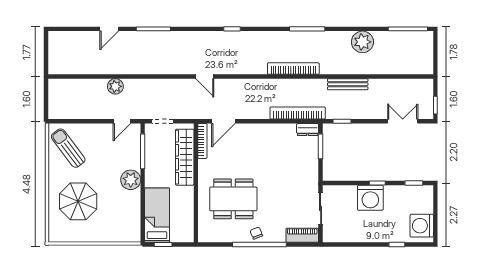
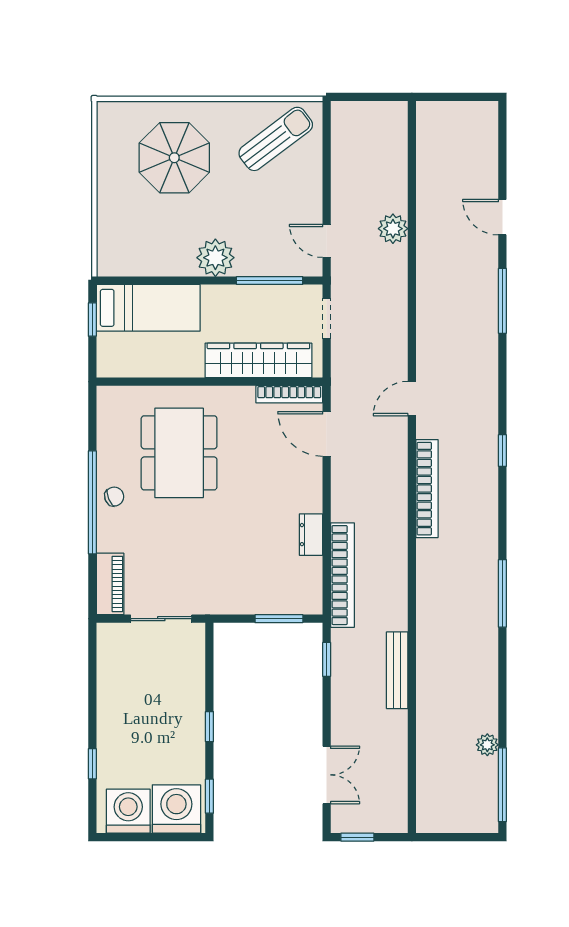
plant: (362, 42) -> (487, 745), moved, width x0.53, depth x0.53
bookcase: (293, 69) -> (427, 489), moved
dresser: (308, 130) -> (311, 535), moved
washing machine: (370, 198) -> (176, 809), moved, turned 90

